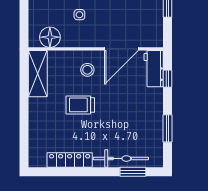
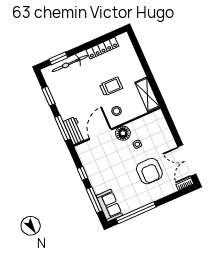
floor lamp: (50, 37) -> (123, 133), moved
window: (167, 79) -> (63, 128), width x2.17

